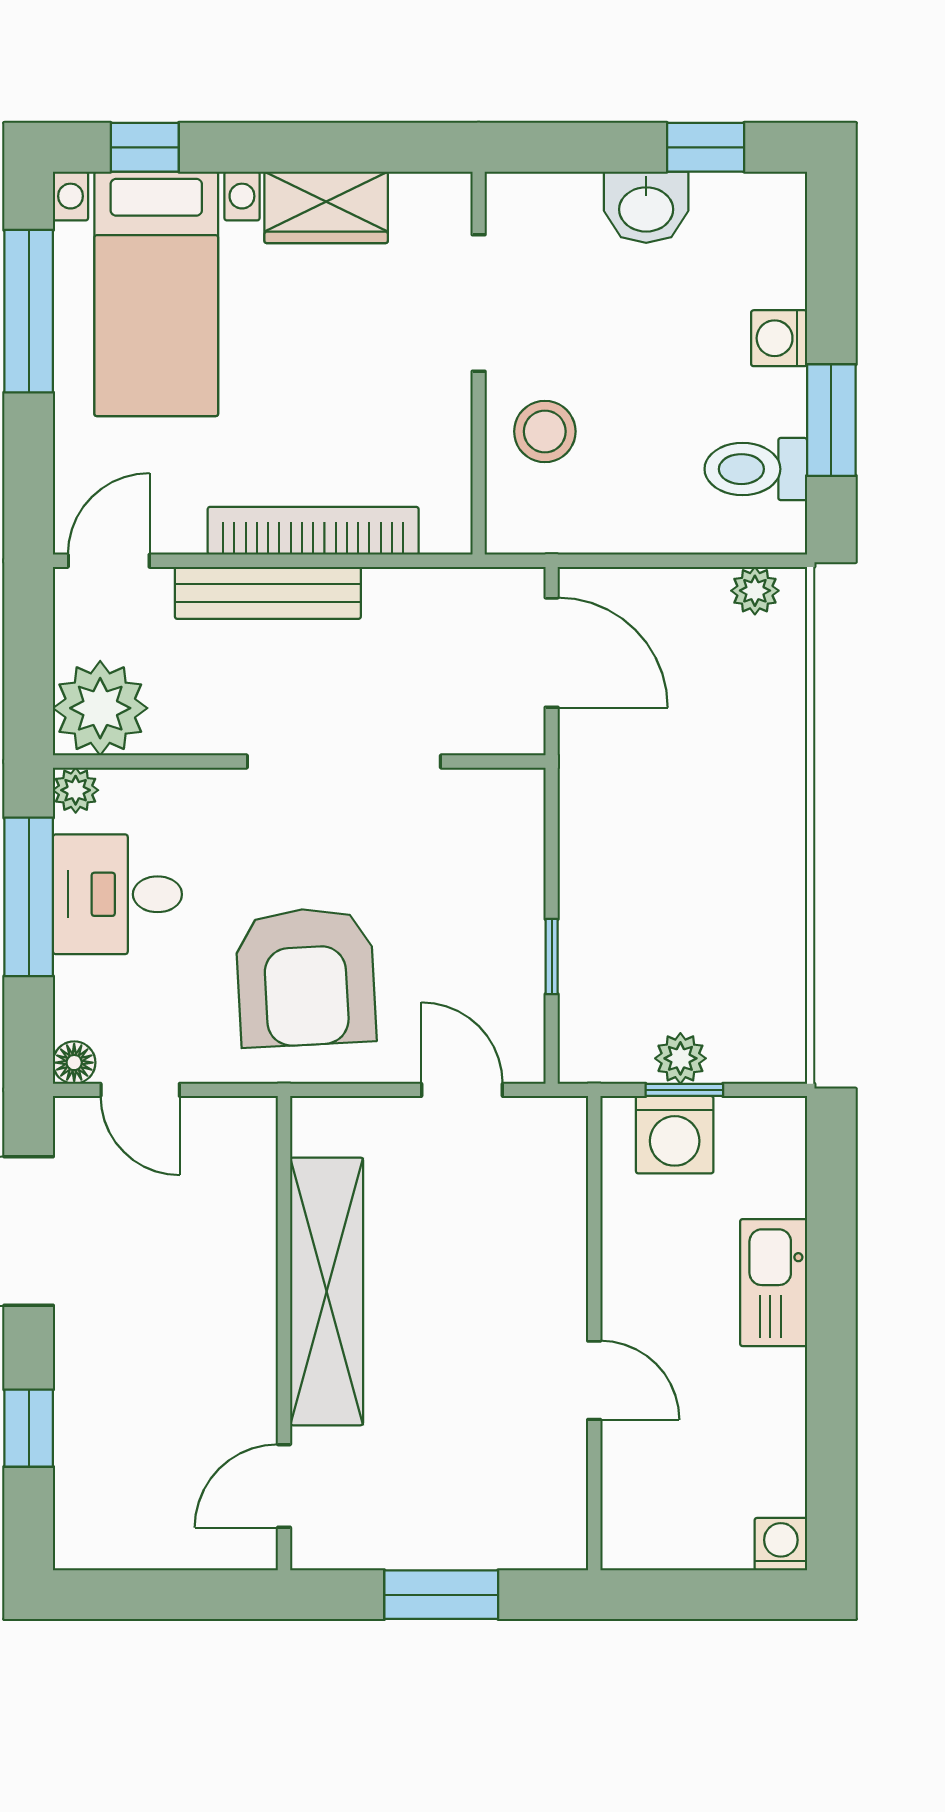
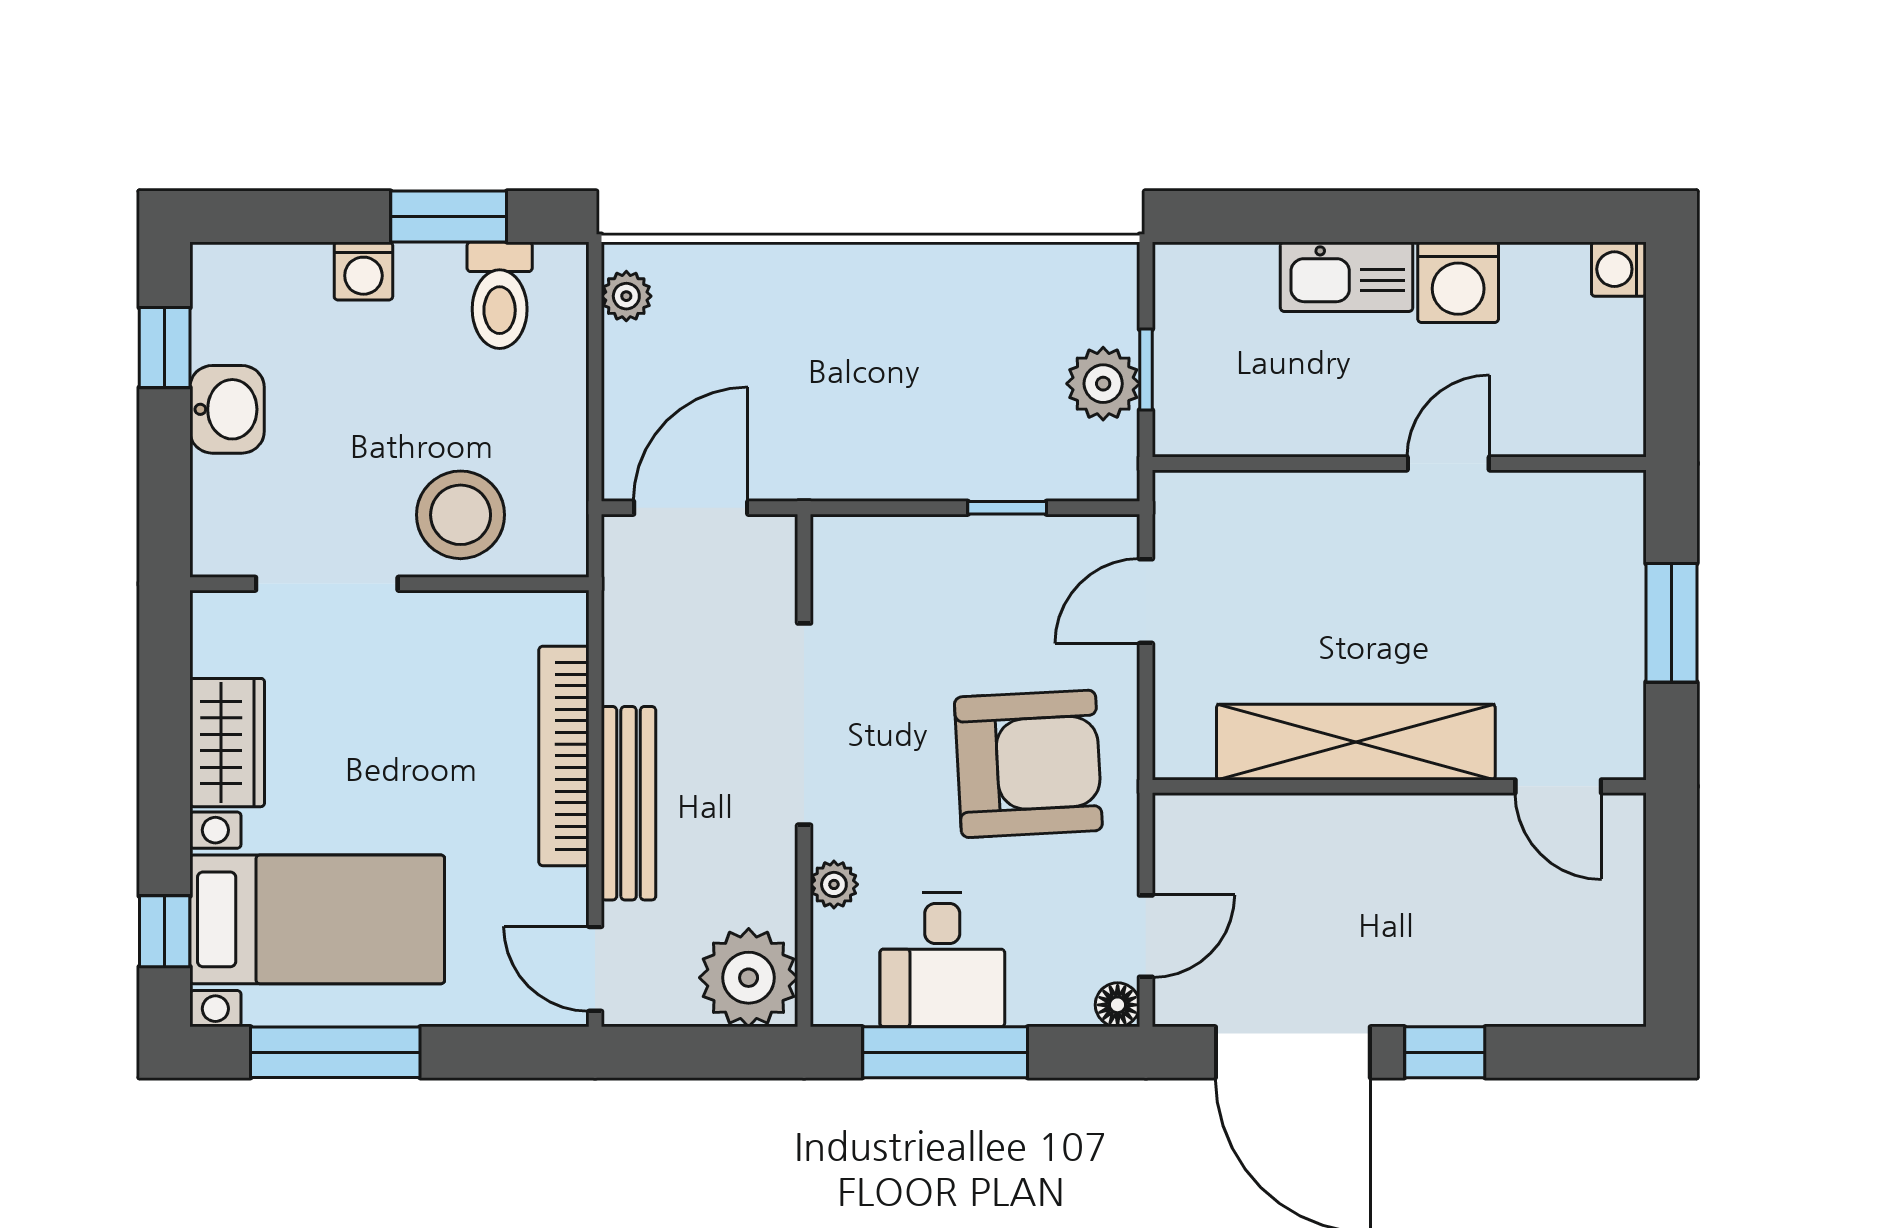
stool: (545, 431) -> (461, 515), width x1.38, depth x1.38
plant: (76, 790) -> (834, 884), moved
plant: (680, 1058) -> (1103, 384), width x1.38, depth x1.38
washing machine: (675, 1135) -> (1458, 282), moved, turned 90
window: (29, 1428) -> (1445, 1052), moved

